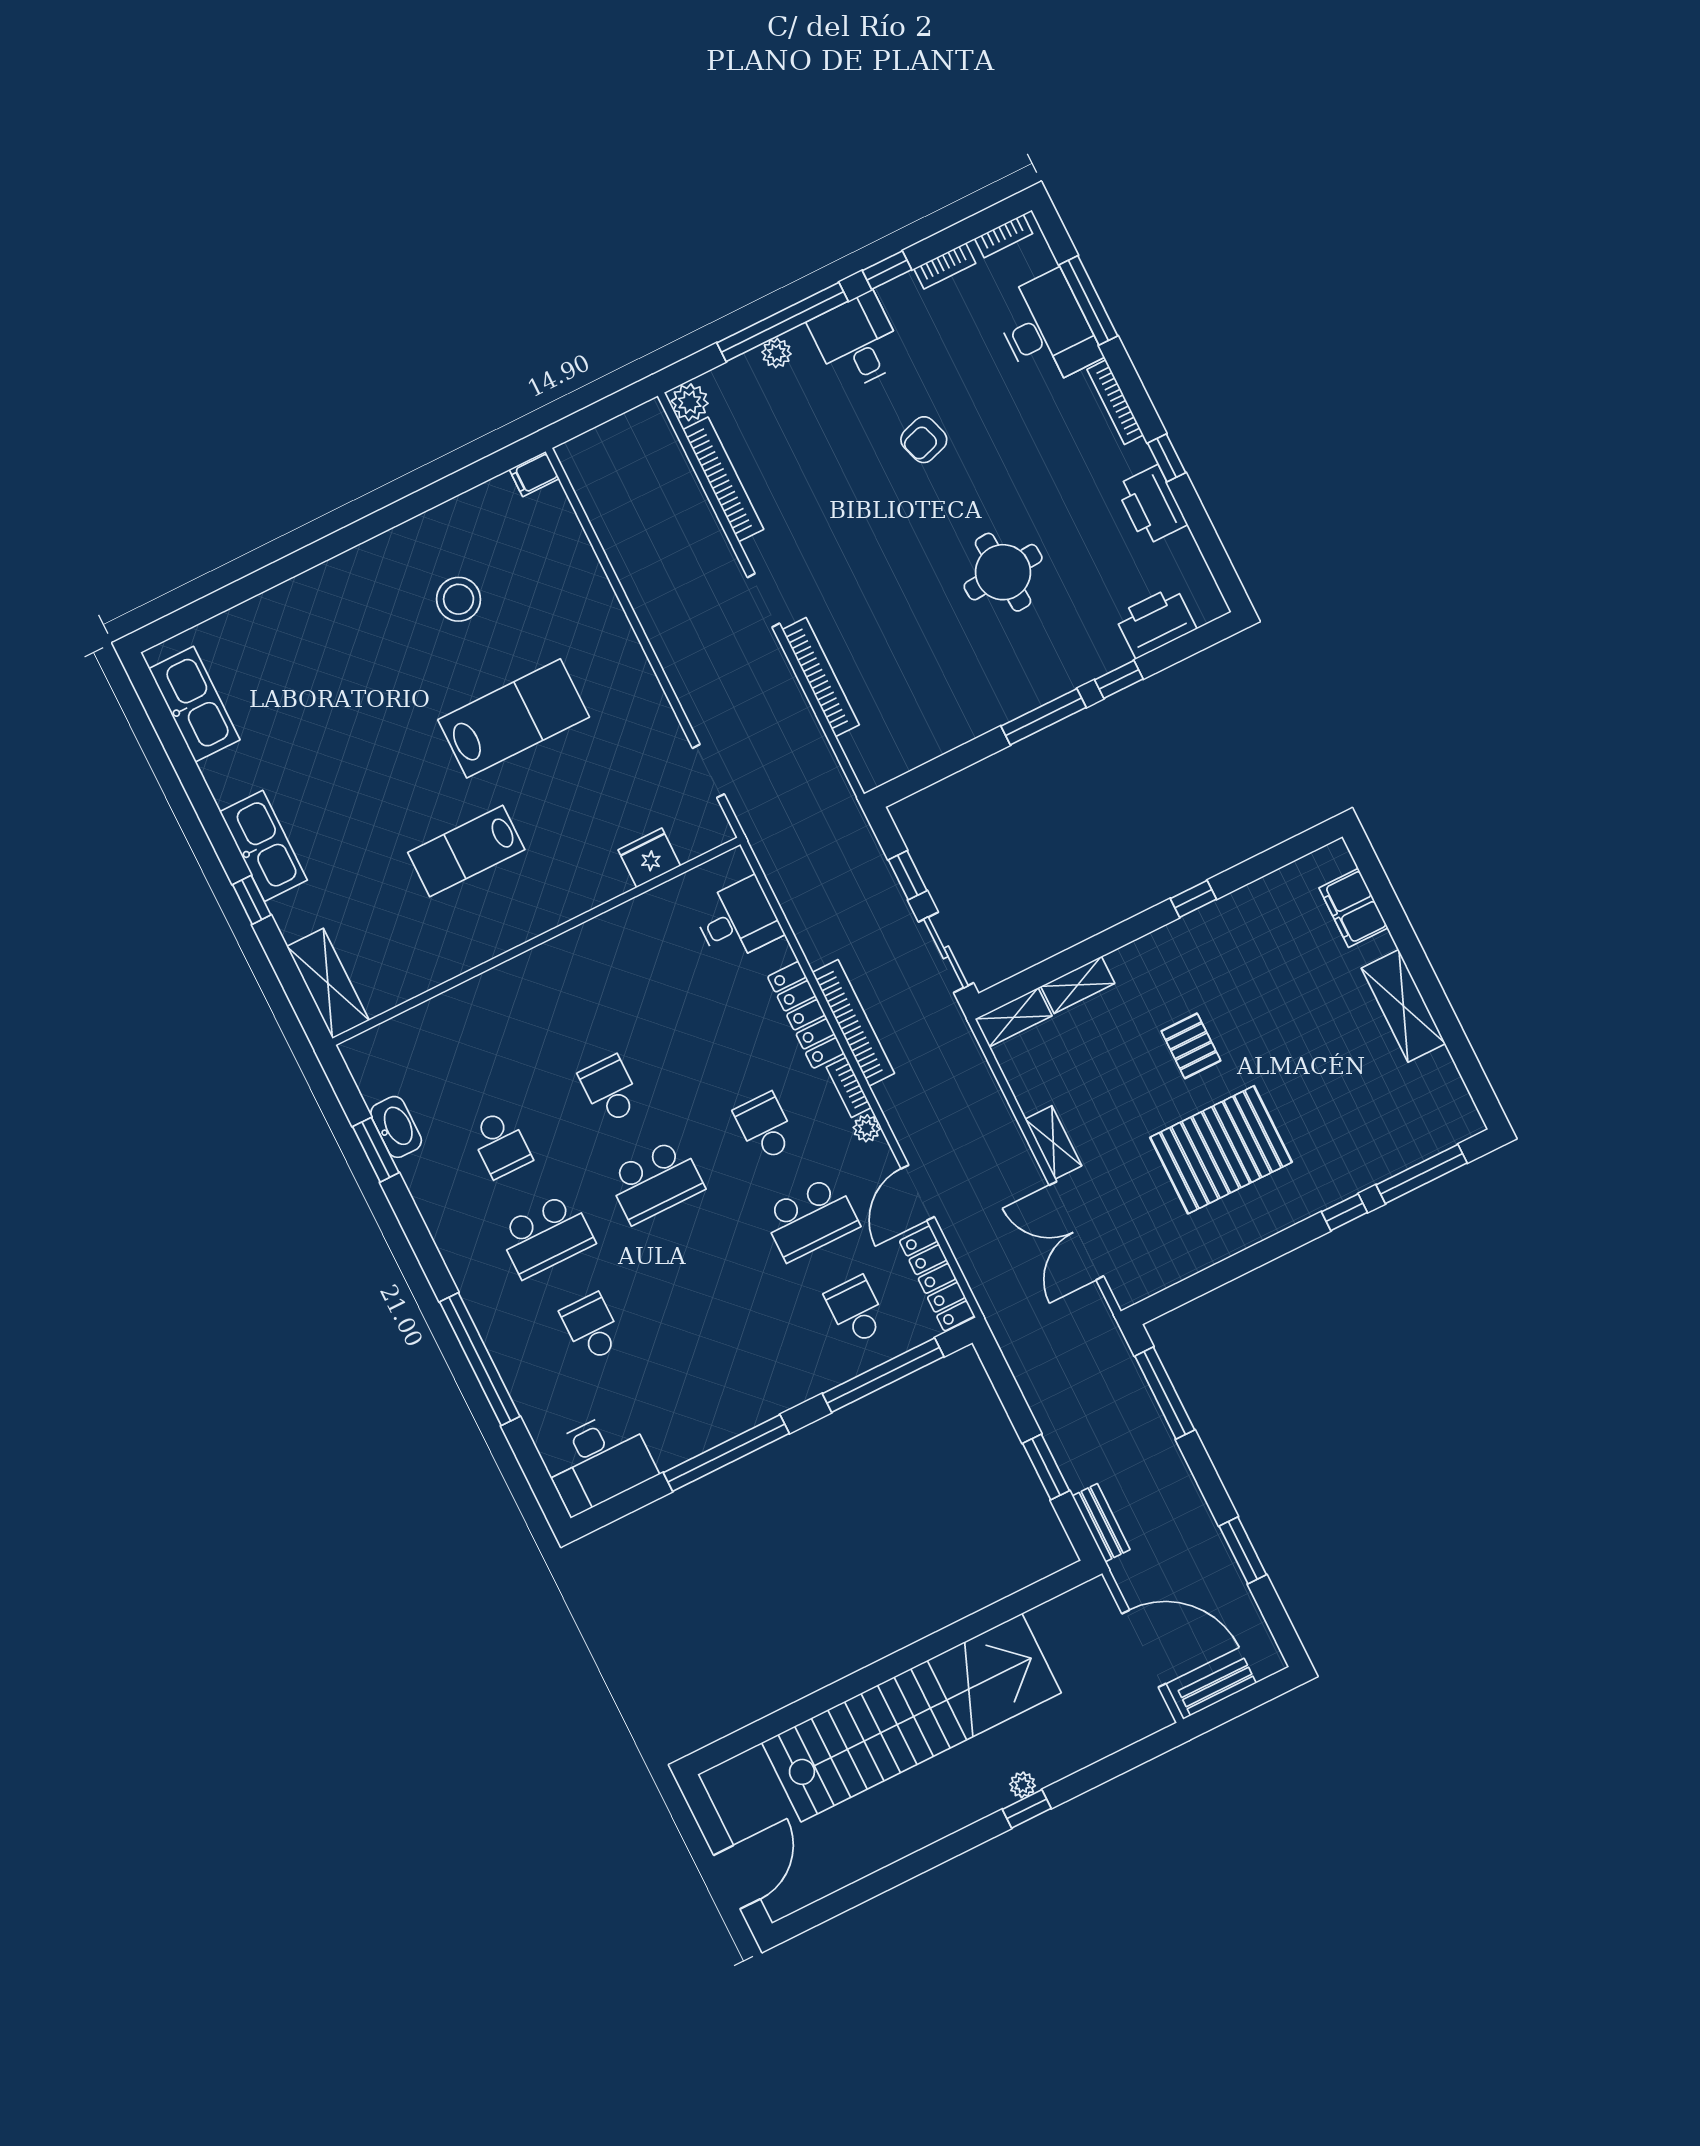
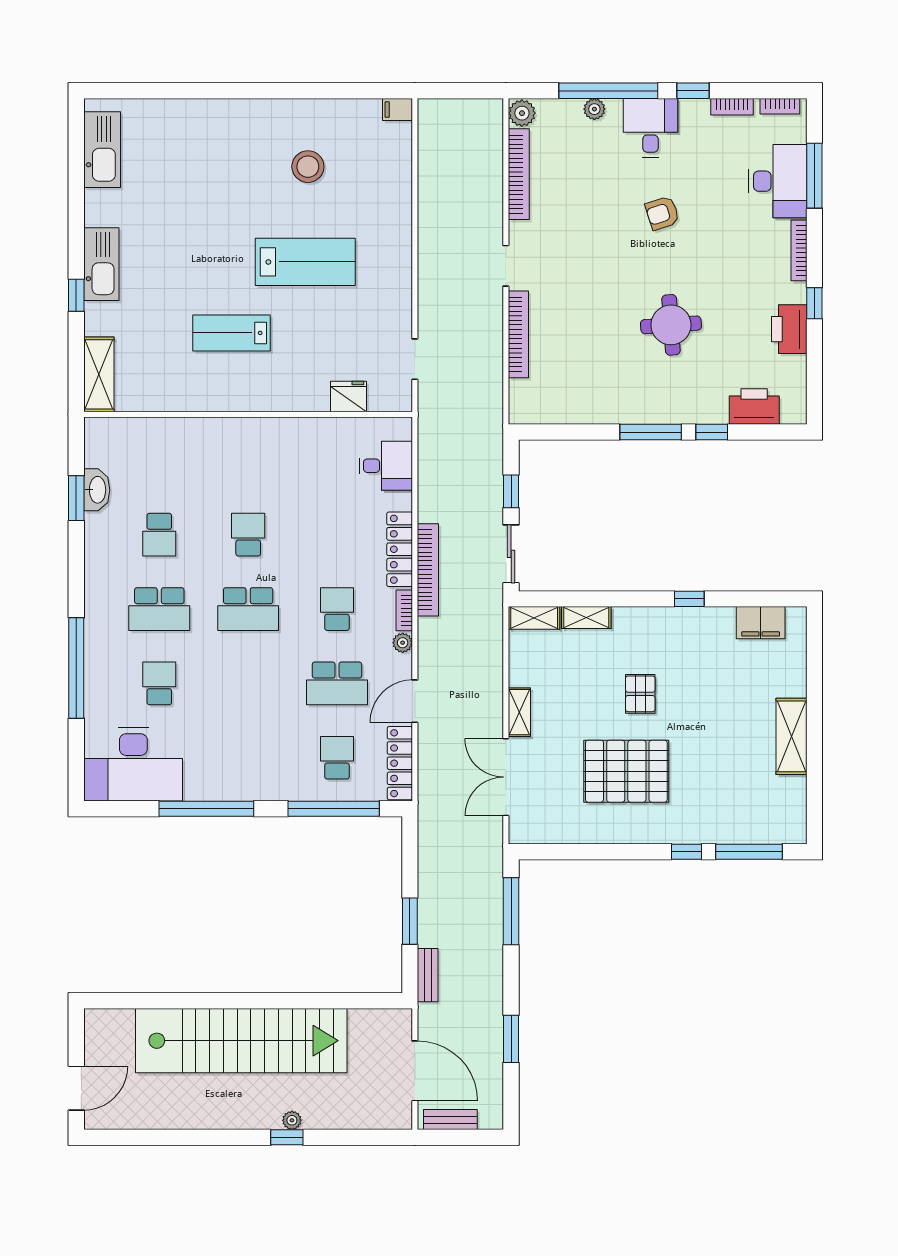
filing cabinet: (1353, 908) -> (761, 623), moved, turned -90
desk: (598, 1462) -> (133, 764), width x1.36, depth x1.30

